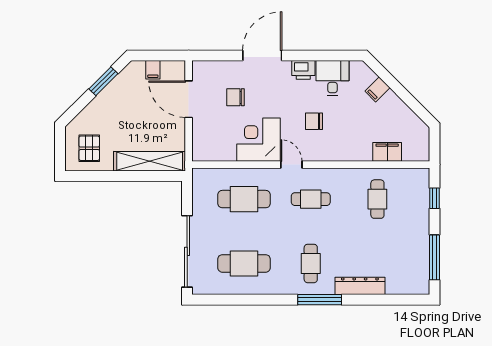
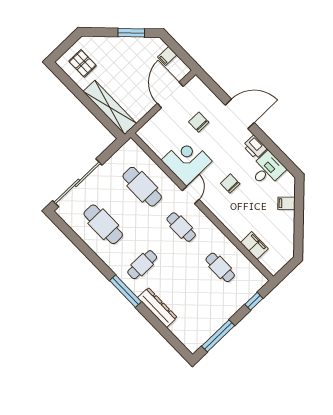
pallet: (89, 148) -> (83, 63), turned 90
cafe table: (377, 199) -> (220, 267), turned 90

